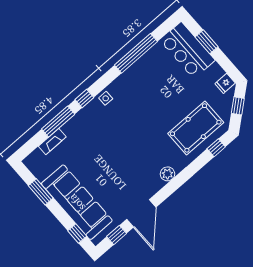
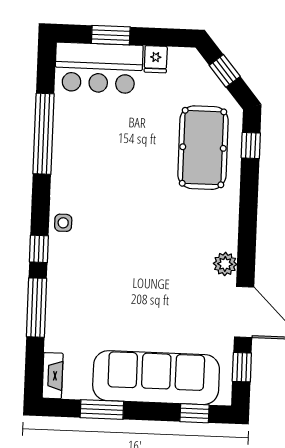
fridge: (225, 83) -> (156, 59), moved
fireplace: (52, 142) -> (53, 376), moved
plant: (167, 174) -> (225, 264), moved

